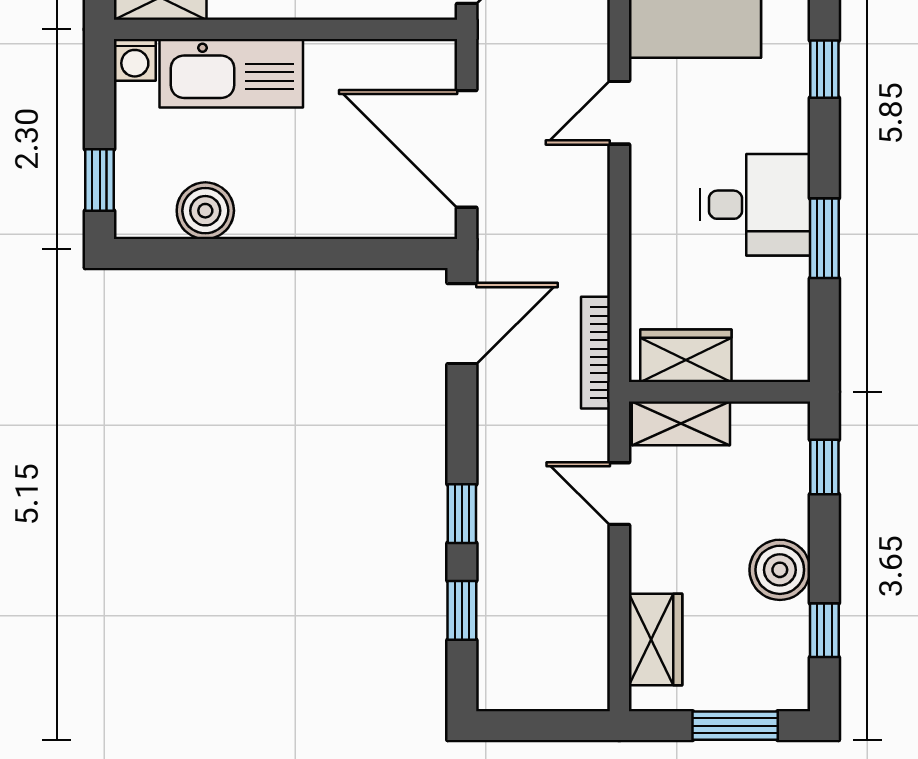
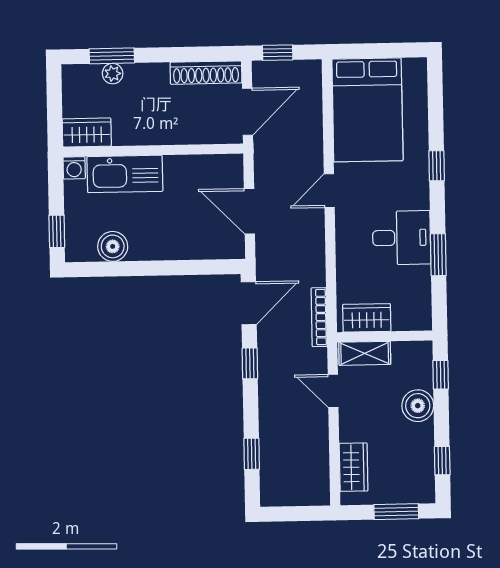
door: (467, 149) -> (249, 211), width x0.73
window: (462, 514) -> (250, 363), moved
boiler: (780, 570) -> (418, 406), moved

